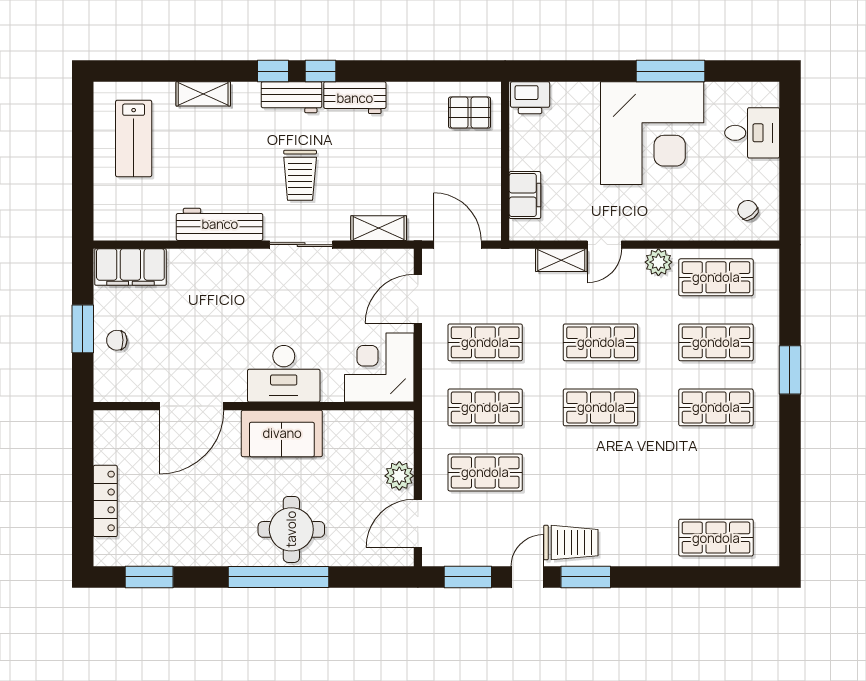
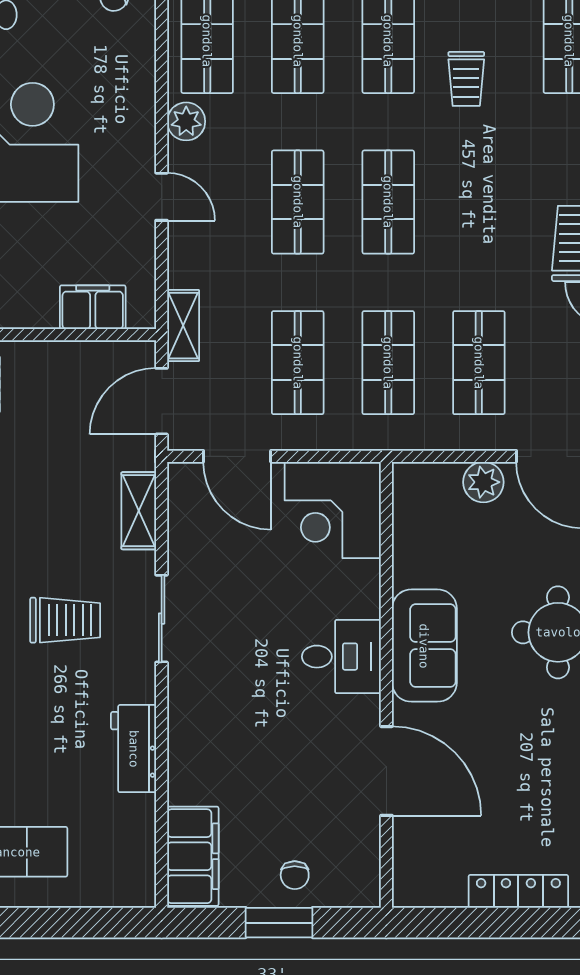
workbench: (220, 224) -> (134, 749), width x0.73
shelving: (561, 260) -> (183, 326), moved
desk: (284, 374) -> (341, 657), width x0.73
trolley: (689, 463) -> (466, 79), added

